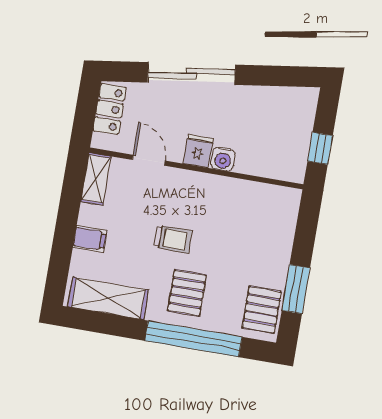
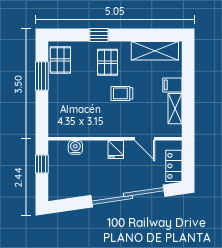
sliding door: (191, 74) -> (128, 196), width x1.36
water cooler: (223, 159) -> (75, 147), moved
shelving: (96, 179) -> (175, 109), moved
window: (193, 339) -> (99, 35), width x0.32

